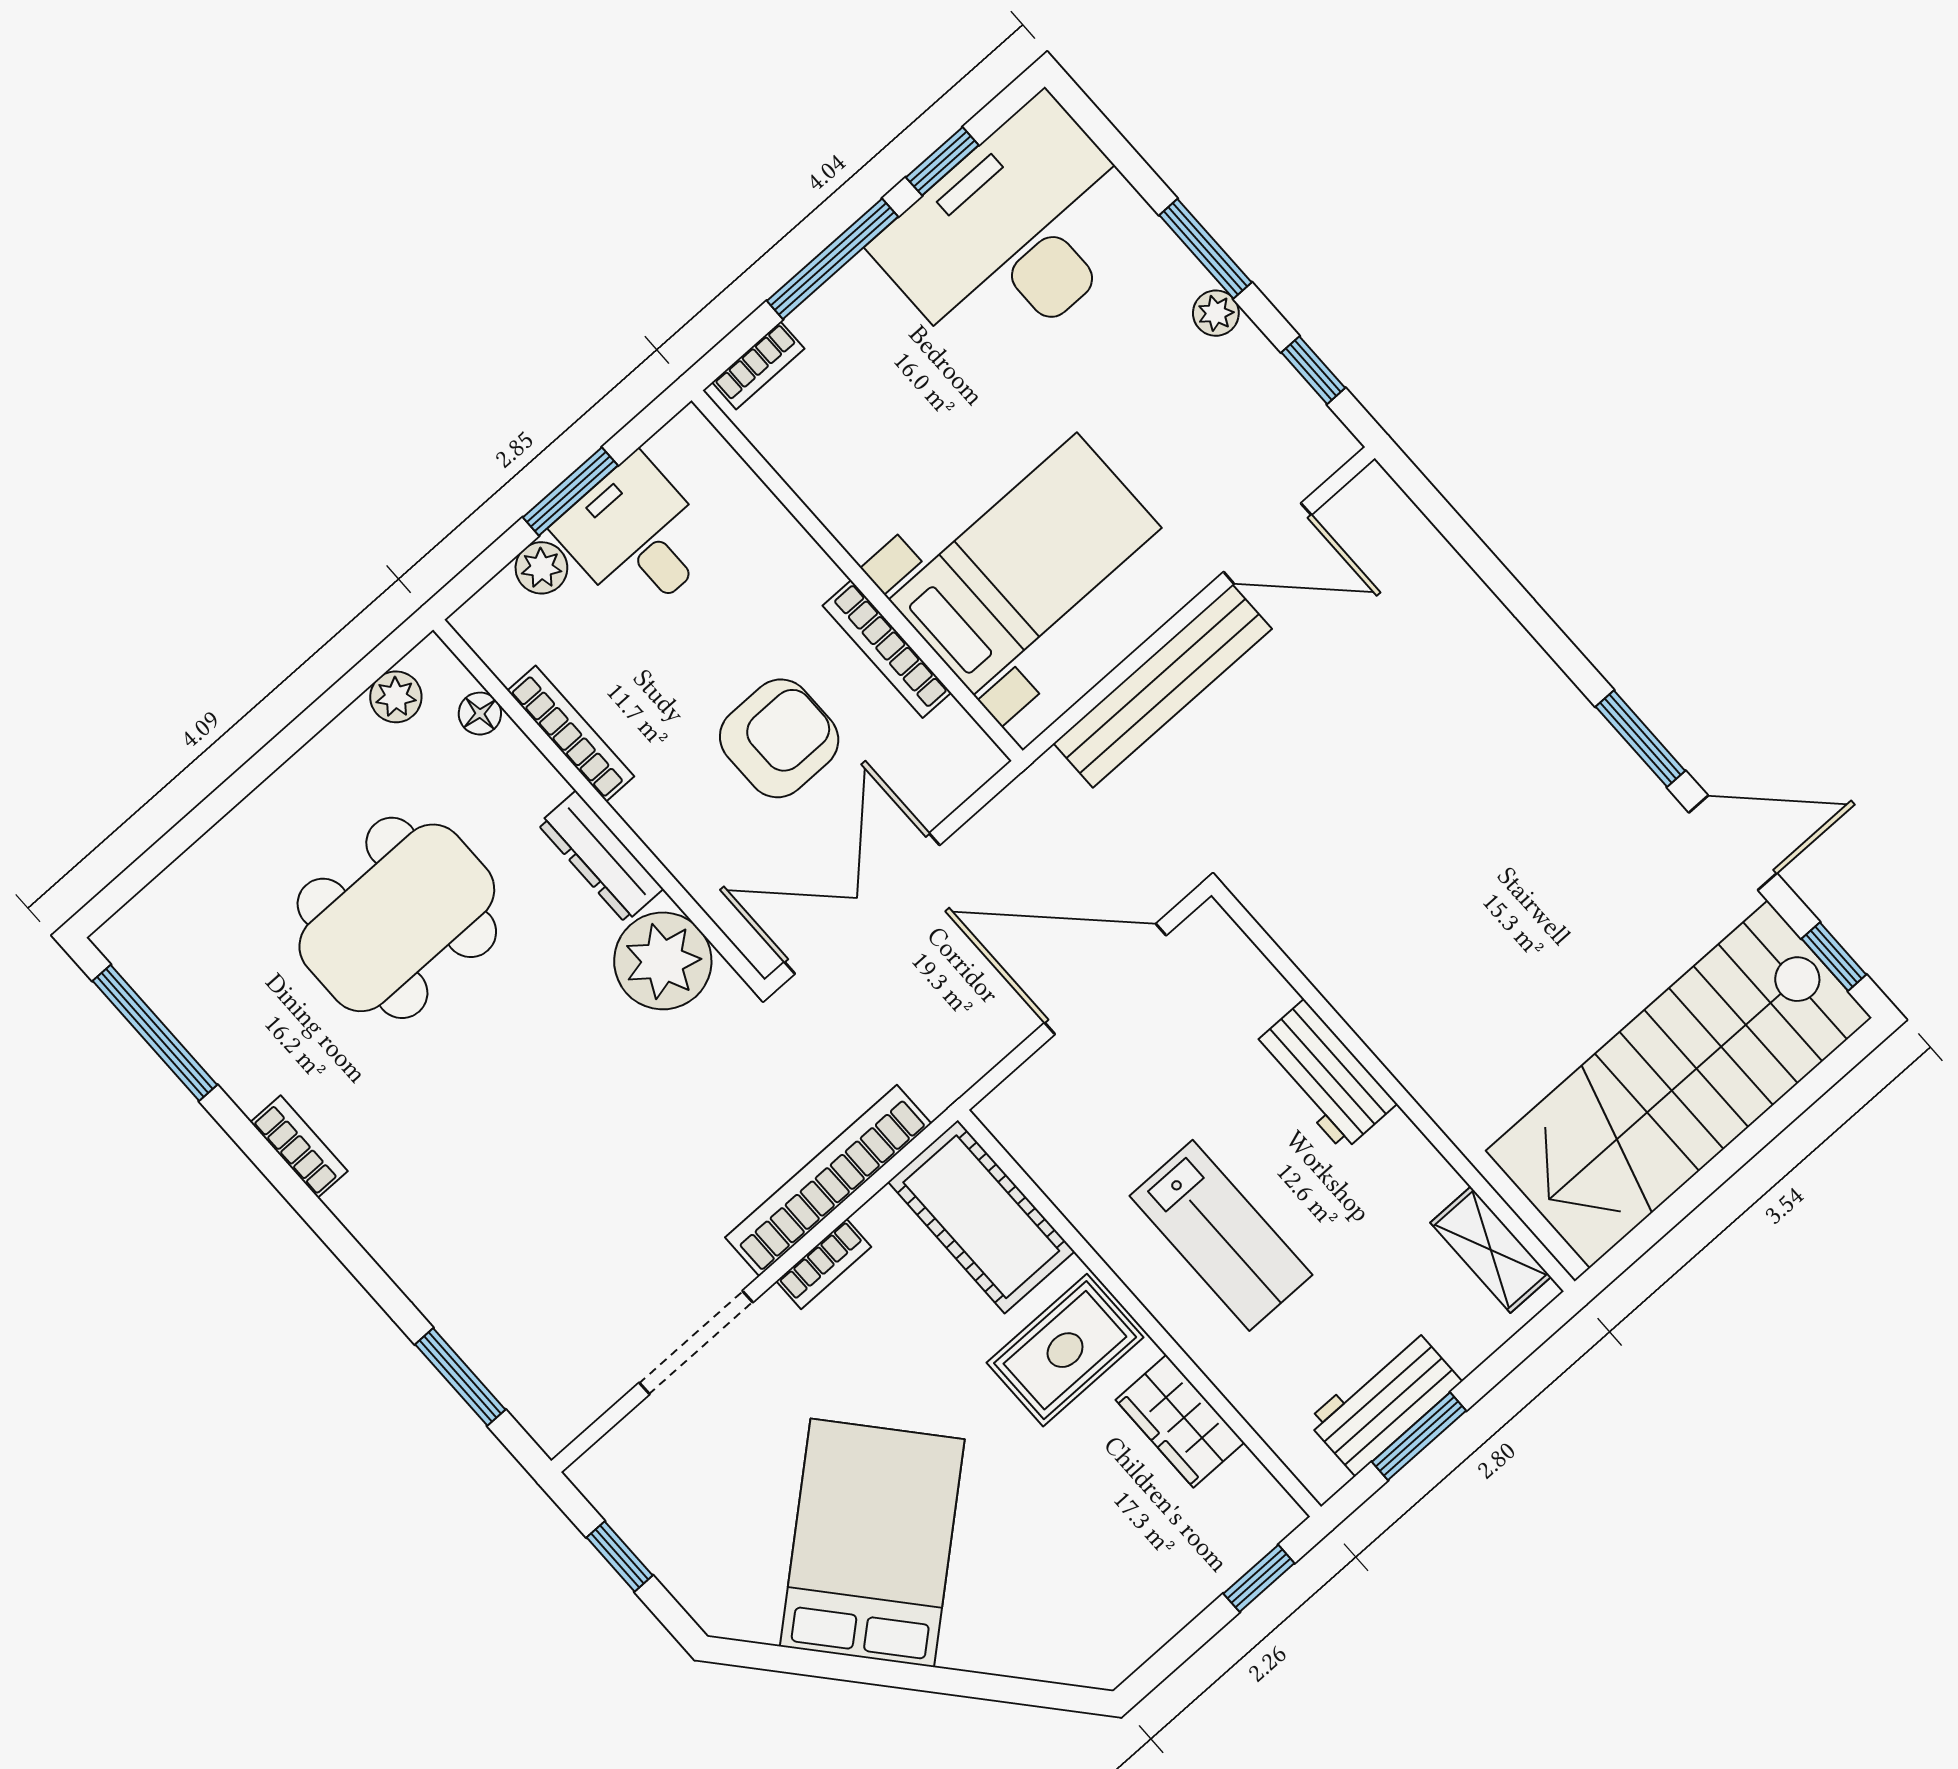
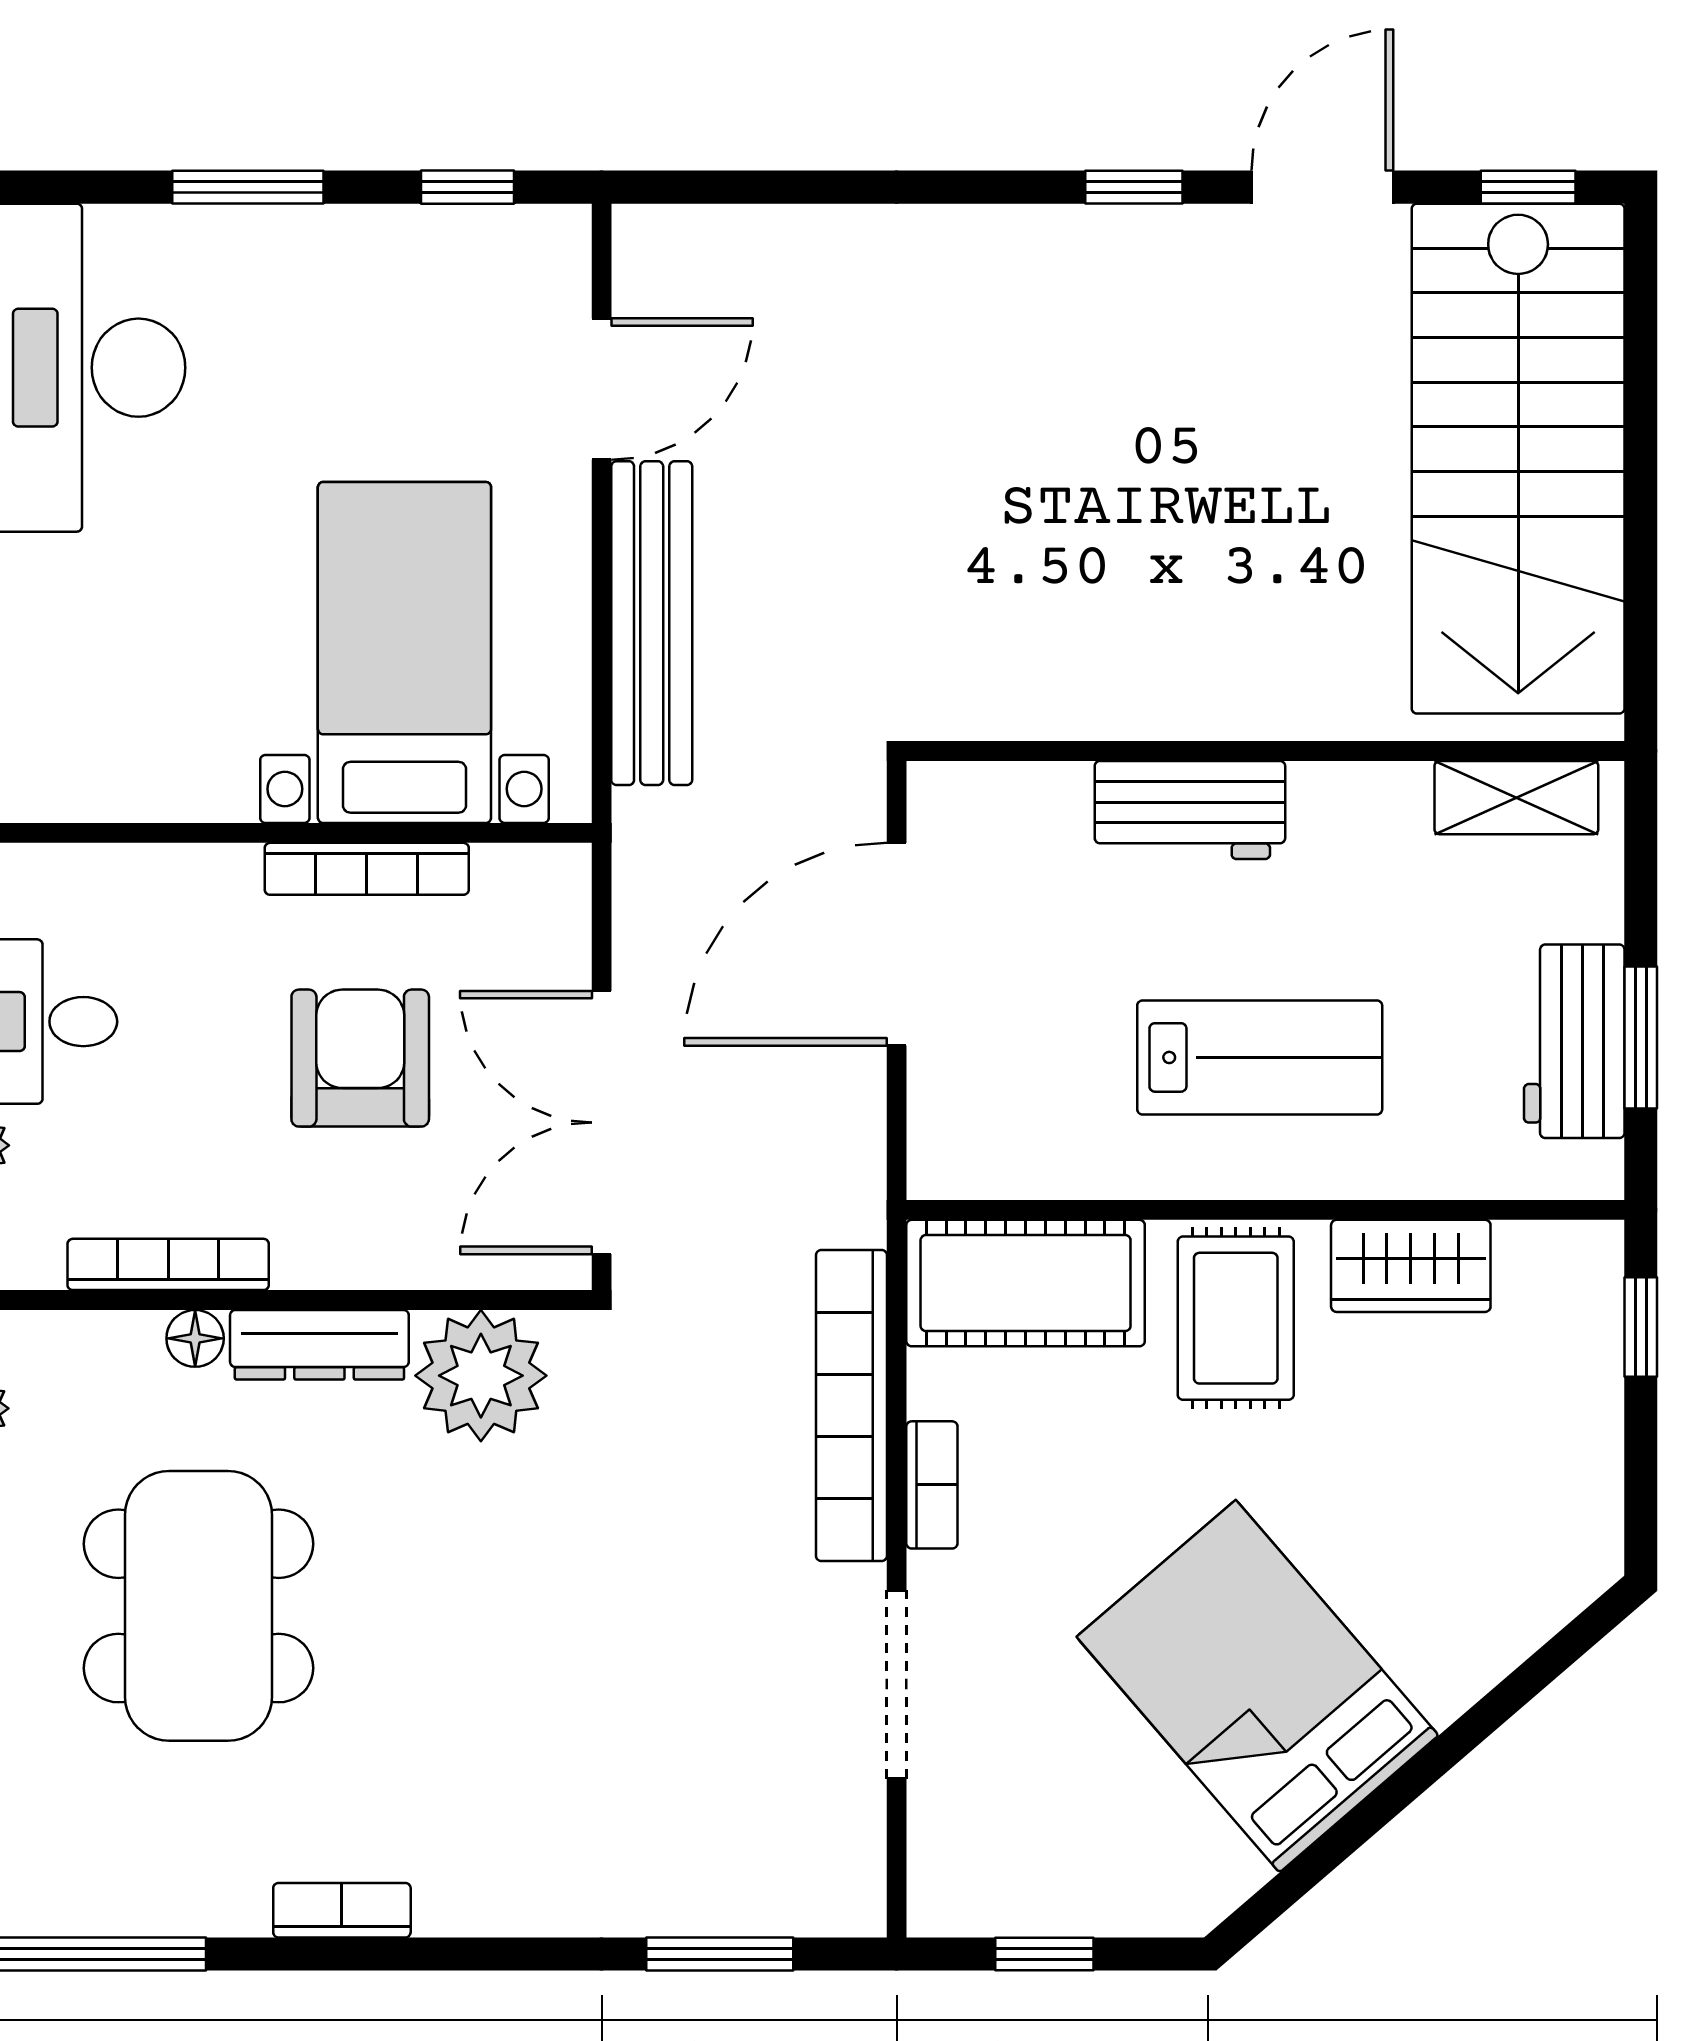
plant: (1216, 313) -> (322, 234), removed
floor lamp: (480, 714) -> (195, 1338), moved
window: (1640, 739) -> (1134, 187), width x0.67

